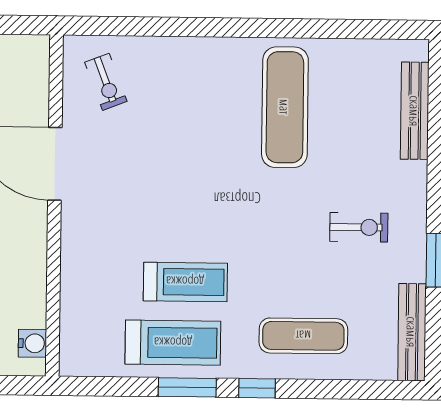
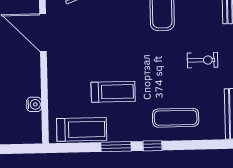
water cooler: (33, 343) -> (34, 104), moved
treadmill: (173, 343) -> (82, 129), moved

